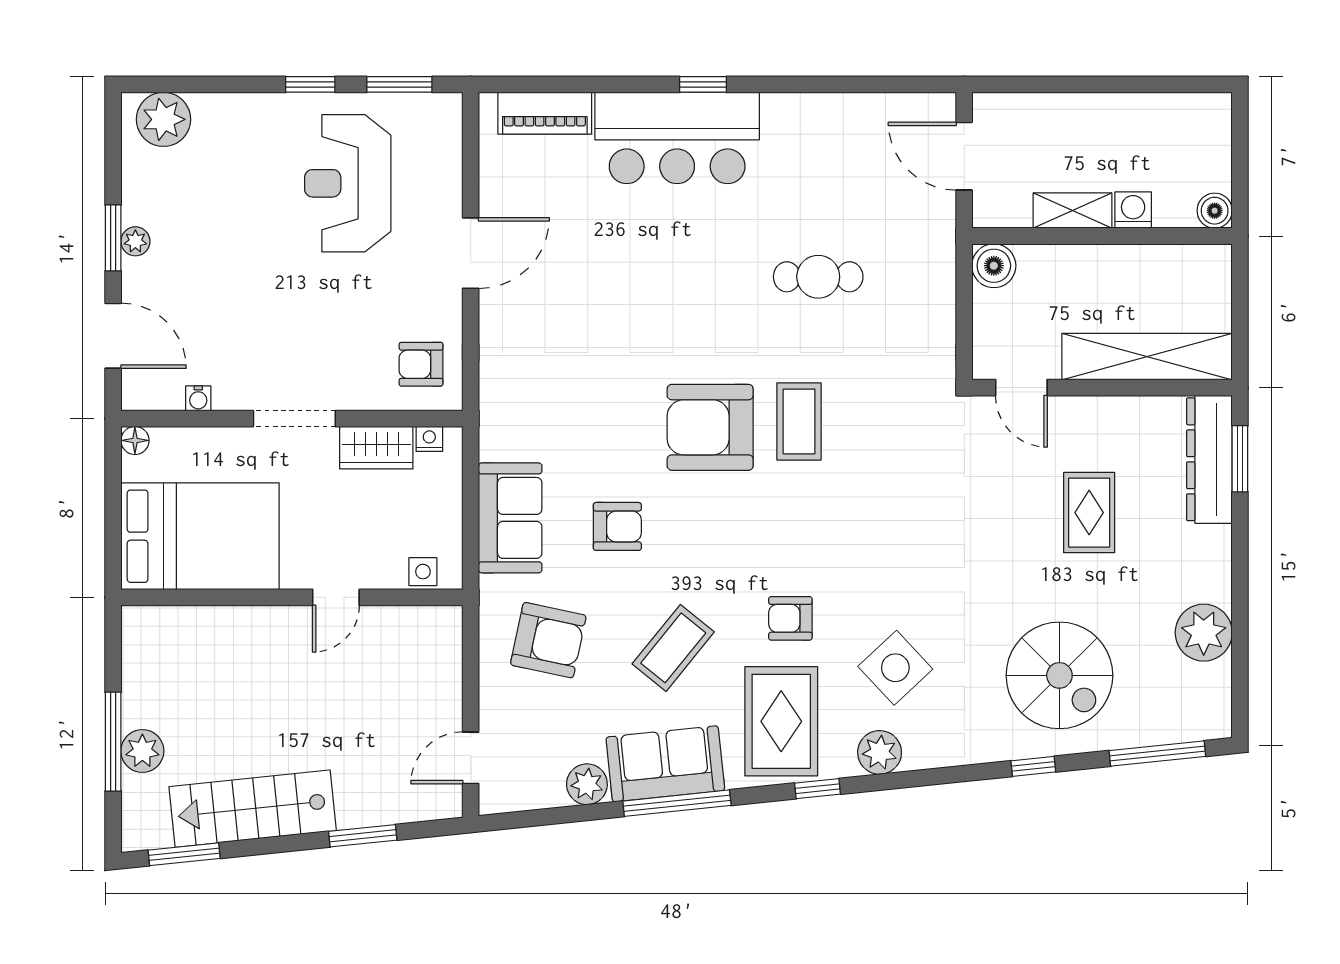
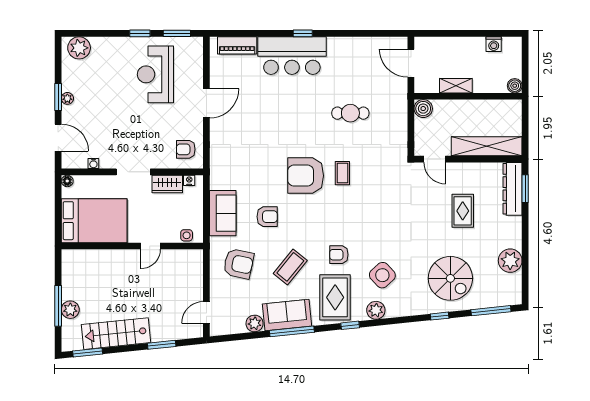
washing machine: (1133, 210) -> (494, 44), moved, turned 180
coffee table: (799, 421) -> (342, 173), width x0.73, depth x0.77

